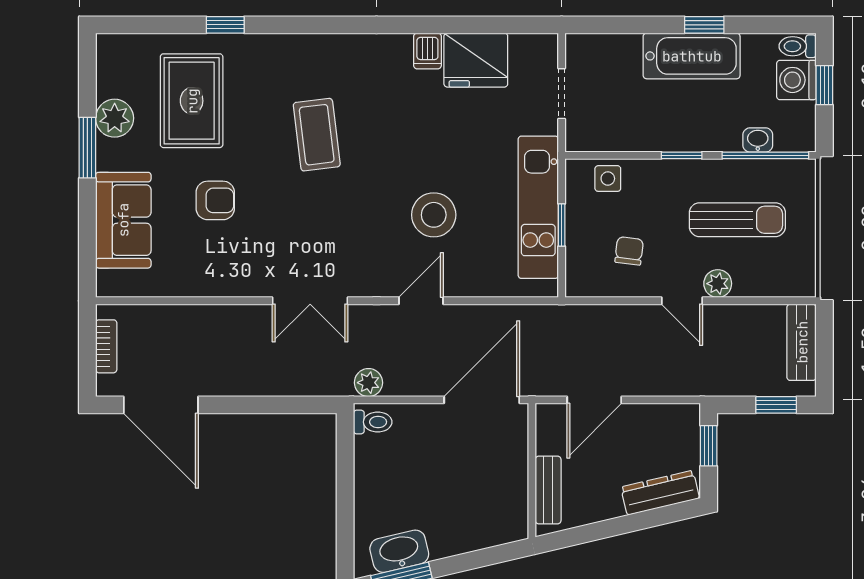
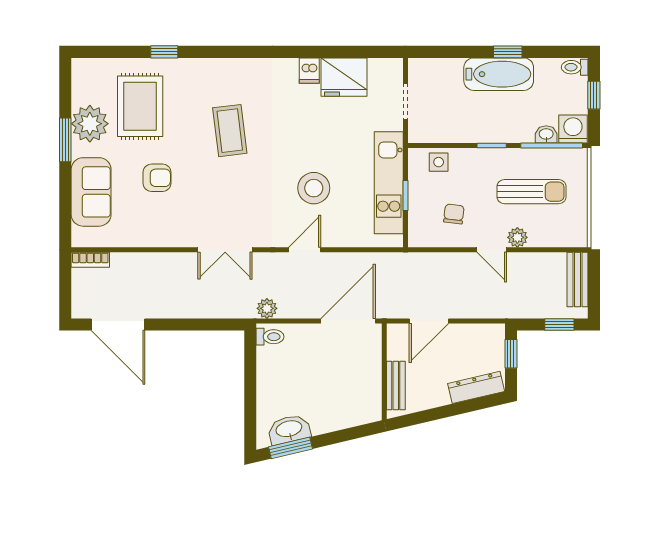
washing machine: (796, 80) -> (573, 129), moved, turned 90
plant: (115, 118) -> (90, 124), width x1.36, depth x1.36
bookcase: (106, 346) -> (90, 260), moved, turned 90

